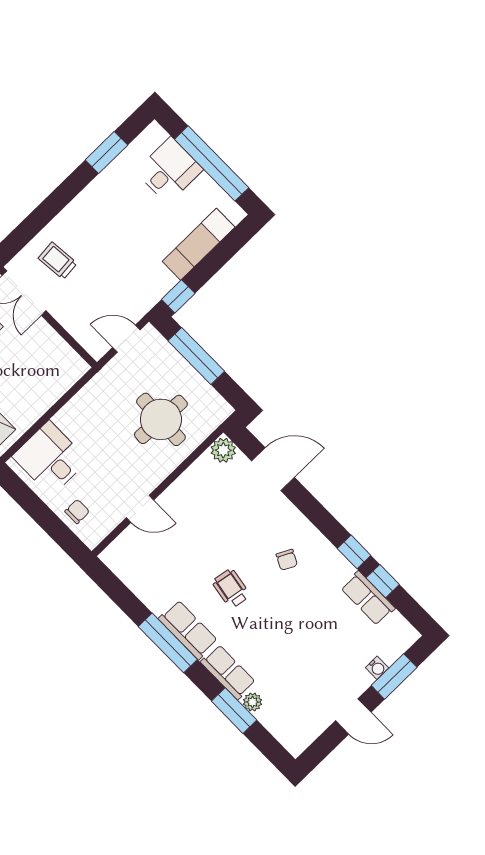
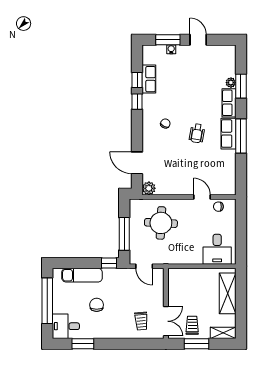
desk: (169, 170) -> (66, 326), moved
chair: (140, 223) -> (97, 305), added
chair: (77, 511) -> (218, 207), moved

